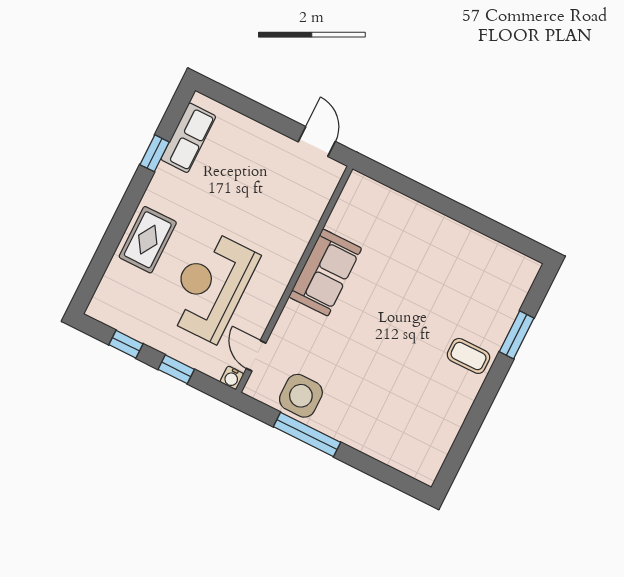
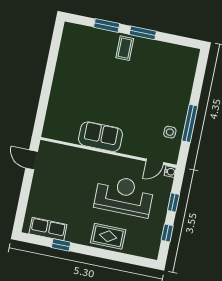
door: (317, 142) -> (32, 160), hinge flipped
reception desk: (211, 286) -> (124, 196), turned 180
window: (487, 394) -> (143, 33), added
side table: (301, 396) -> (170, 132), width x0.54, depth x0.54

